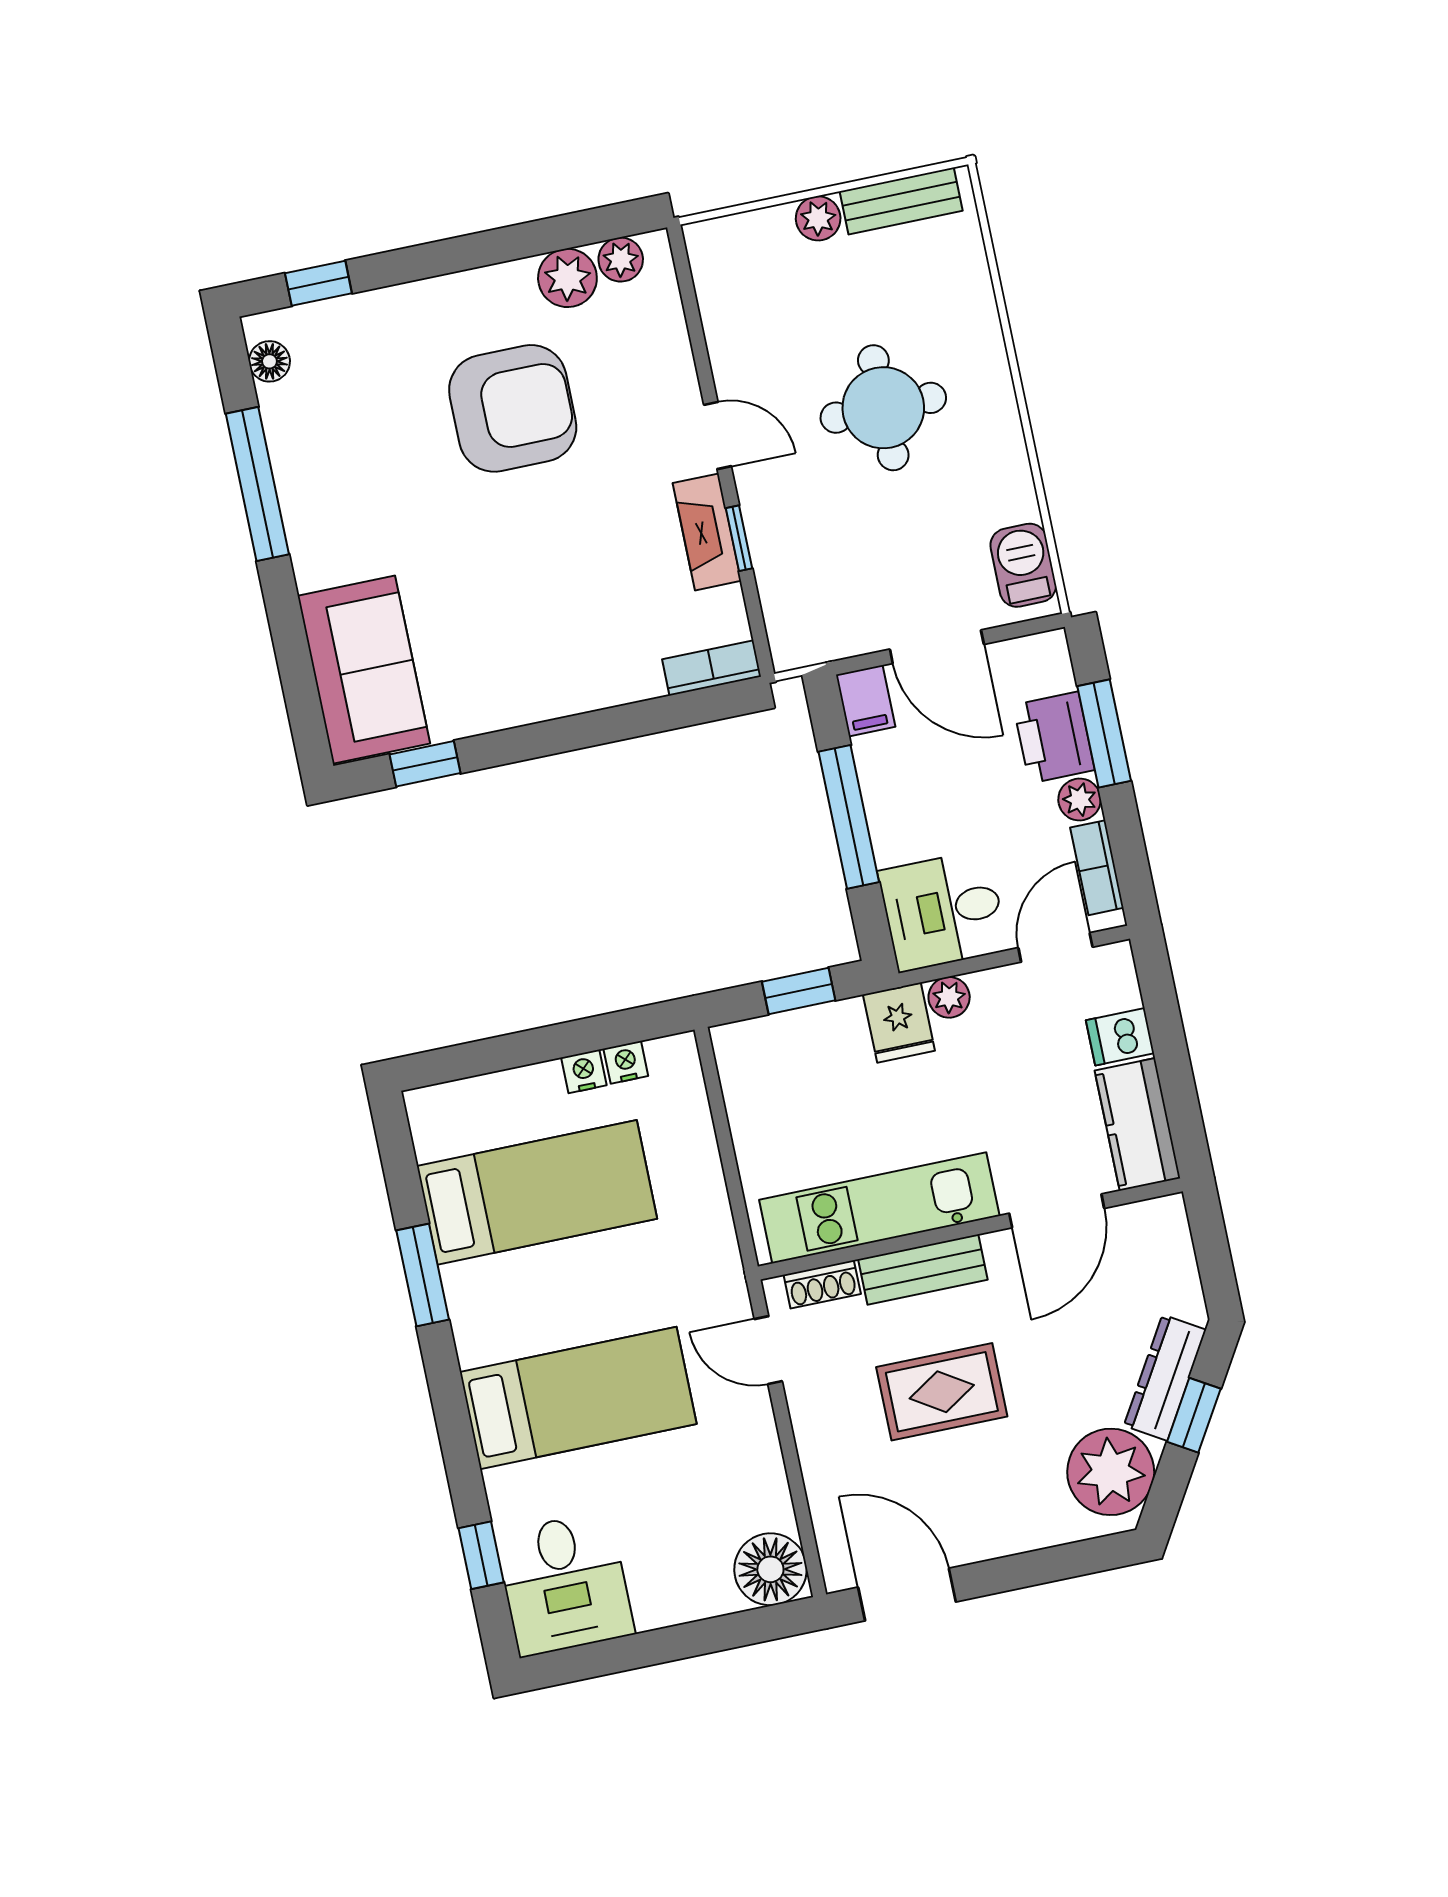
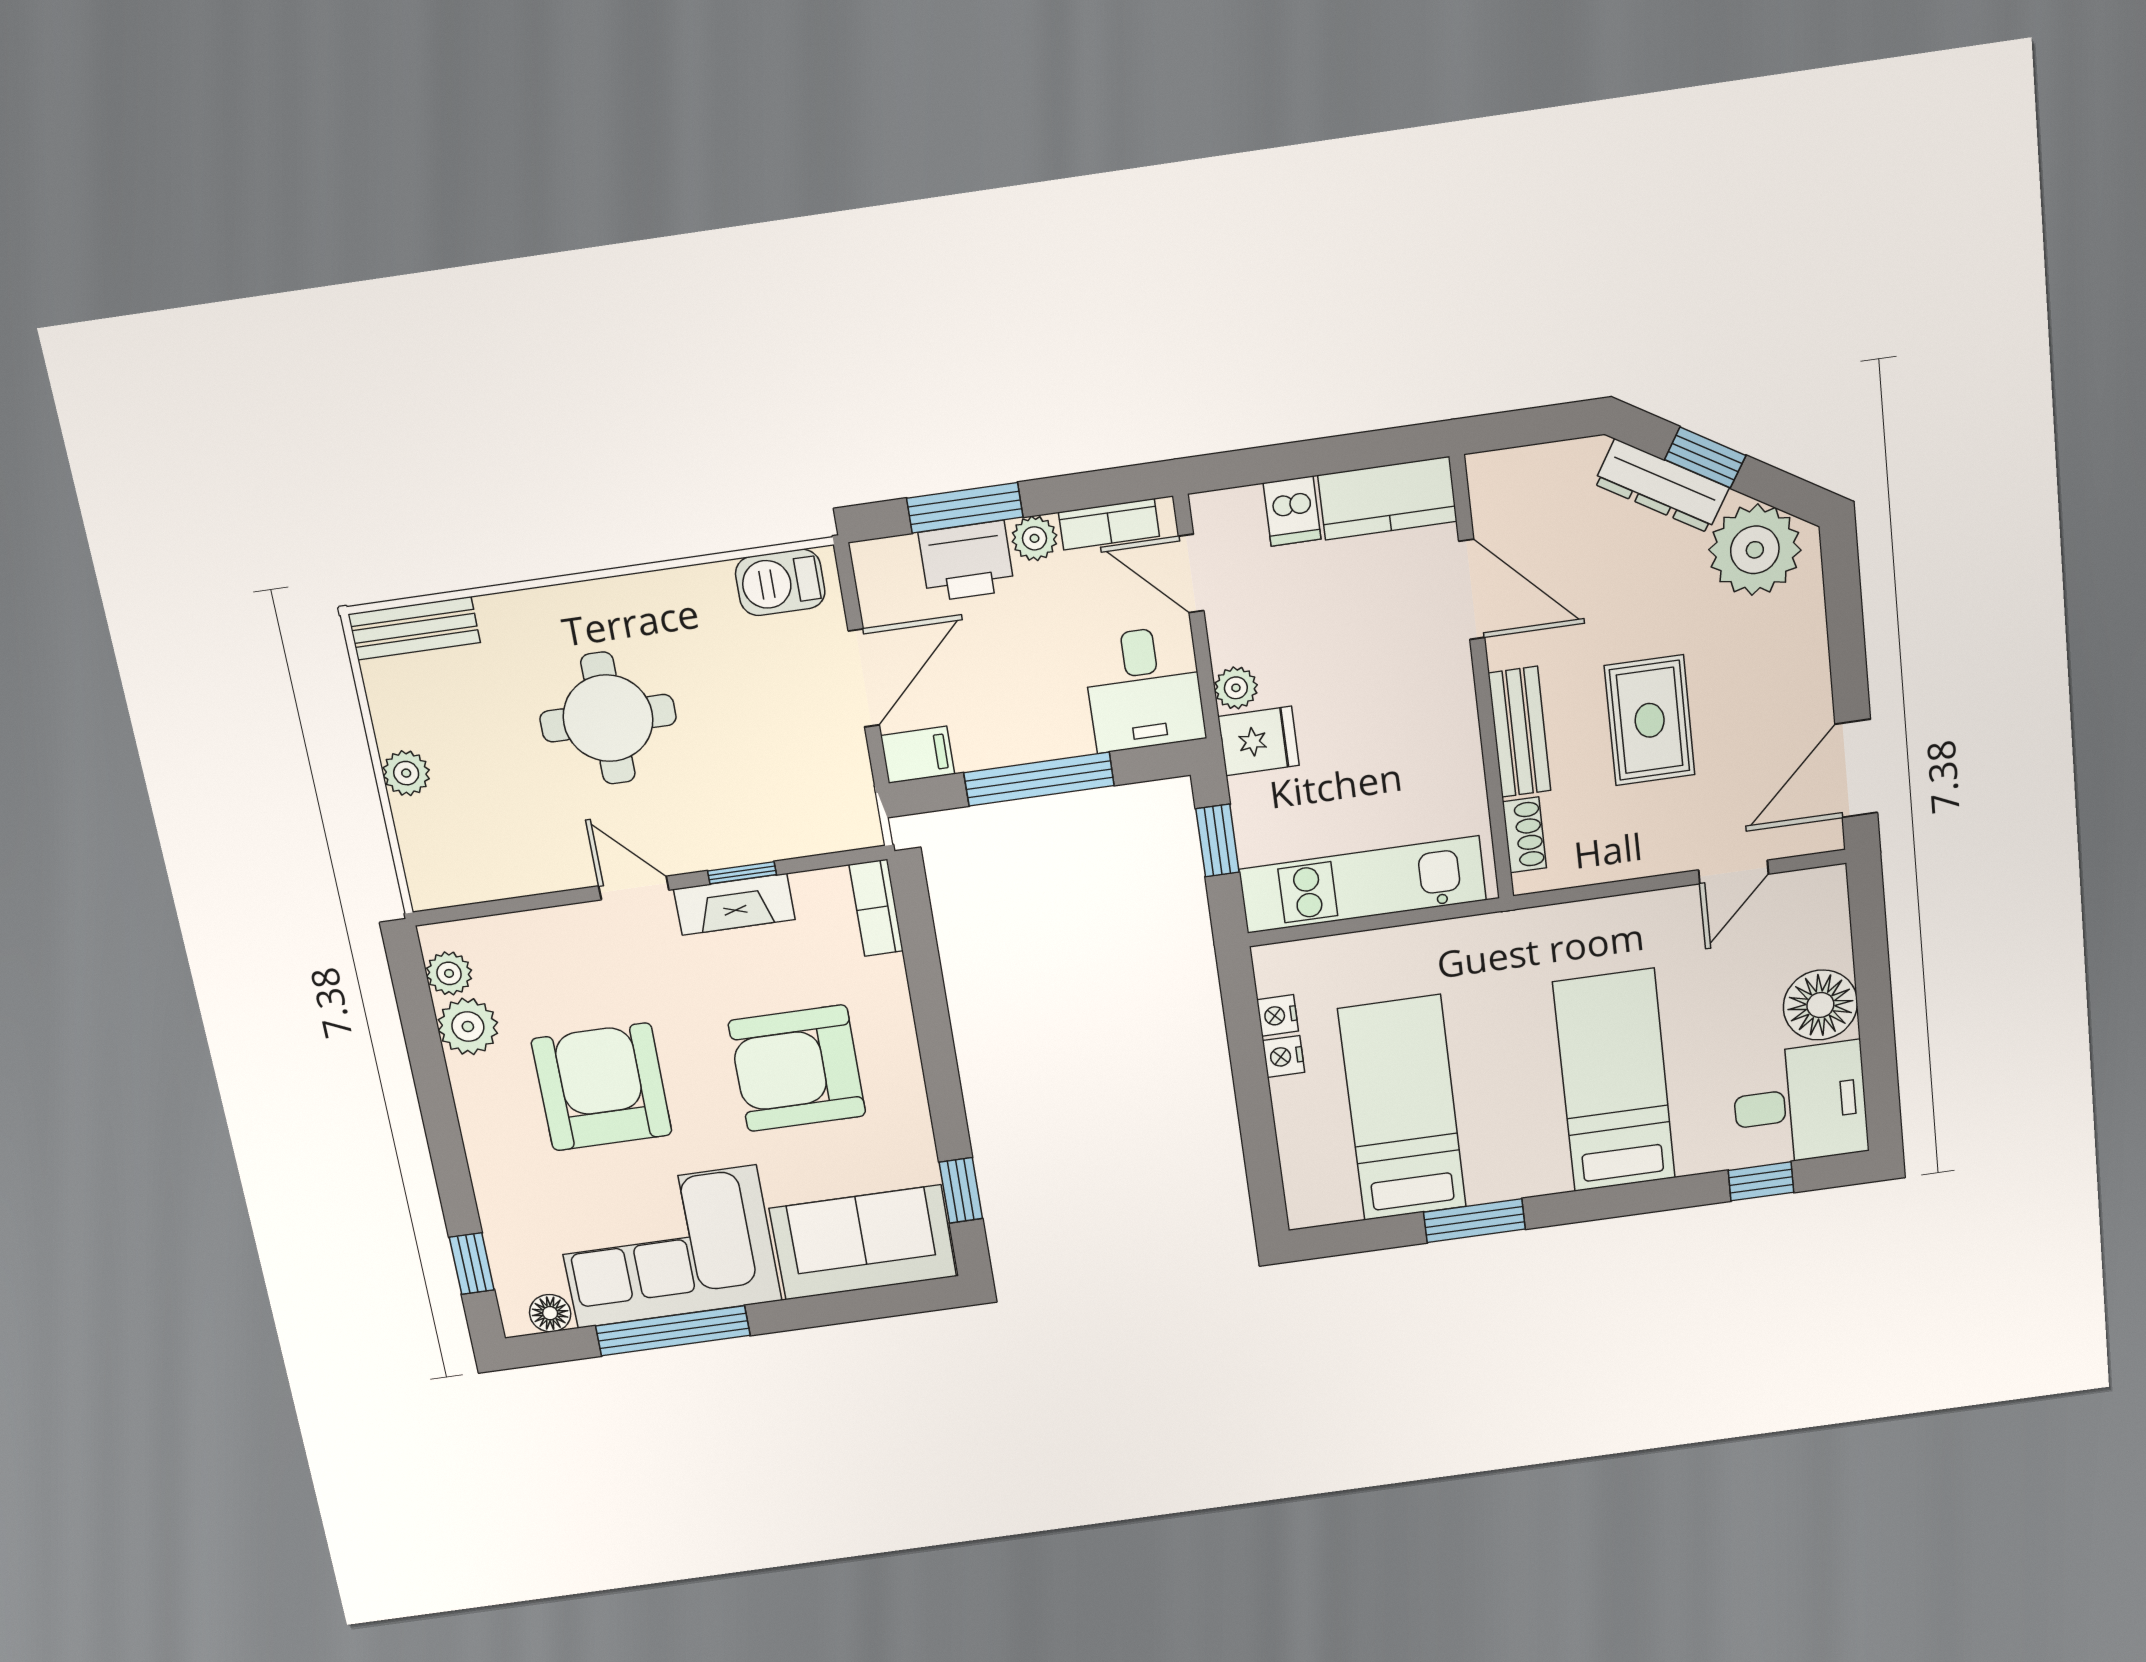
bench: (901, 201) -> (414, 628), moved, turned 90
door: (718, 435) -> (634, 888), hinge flipped
corner sofa: (348, 476) -> (667, 1247), added
armchair: (543, 598) -> (797, 1068), added
kitchen unit: (879, 1208) -> (1363, 885), moved, turned 90
door: (768, 1350) -> (1734, 872), moved
floor lamp: (770, 1569) -> (1820, 1005), moved

